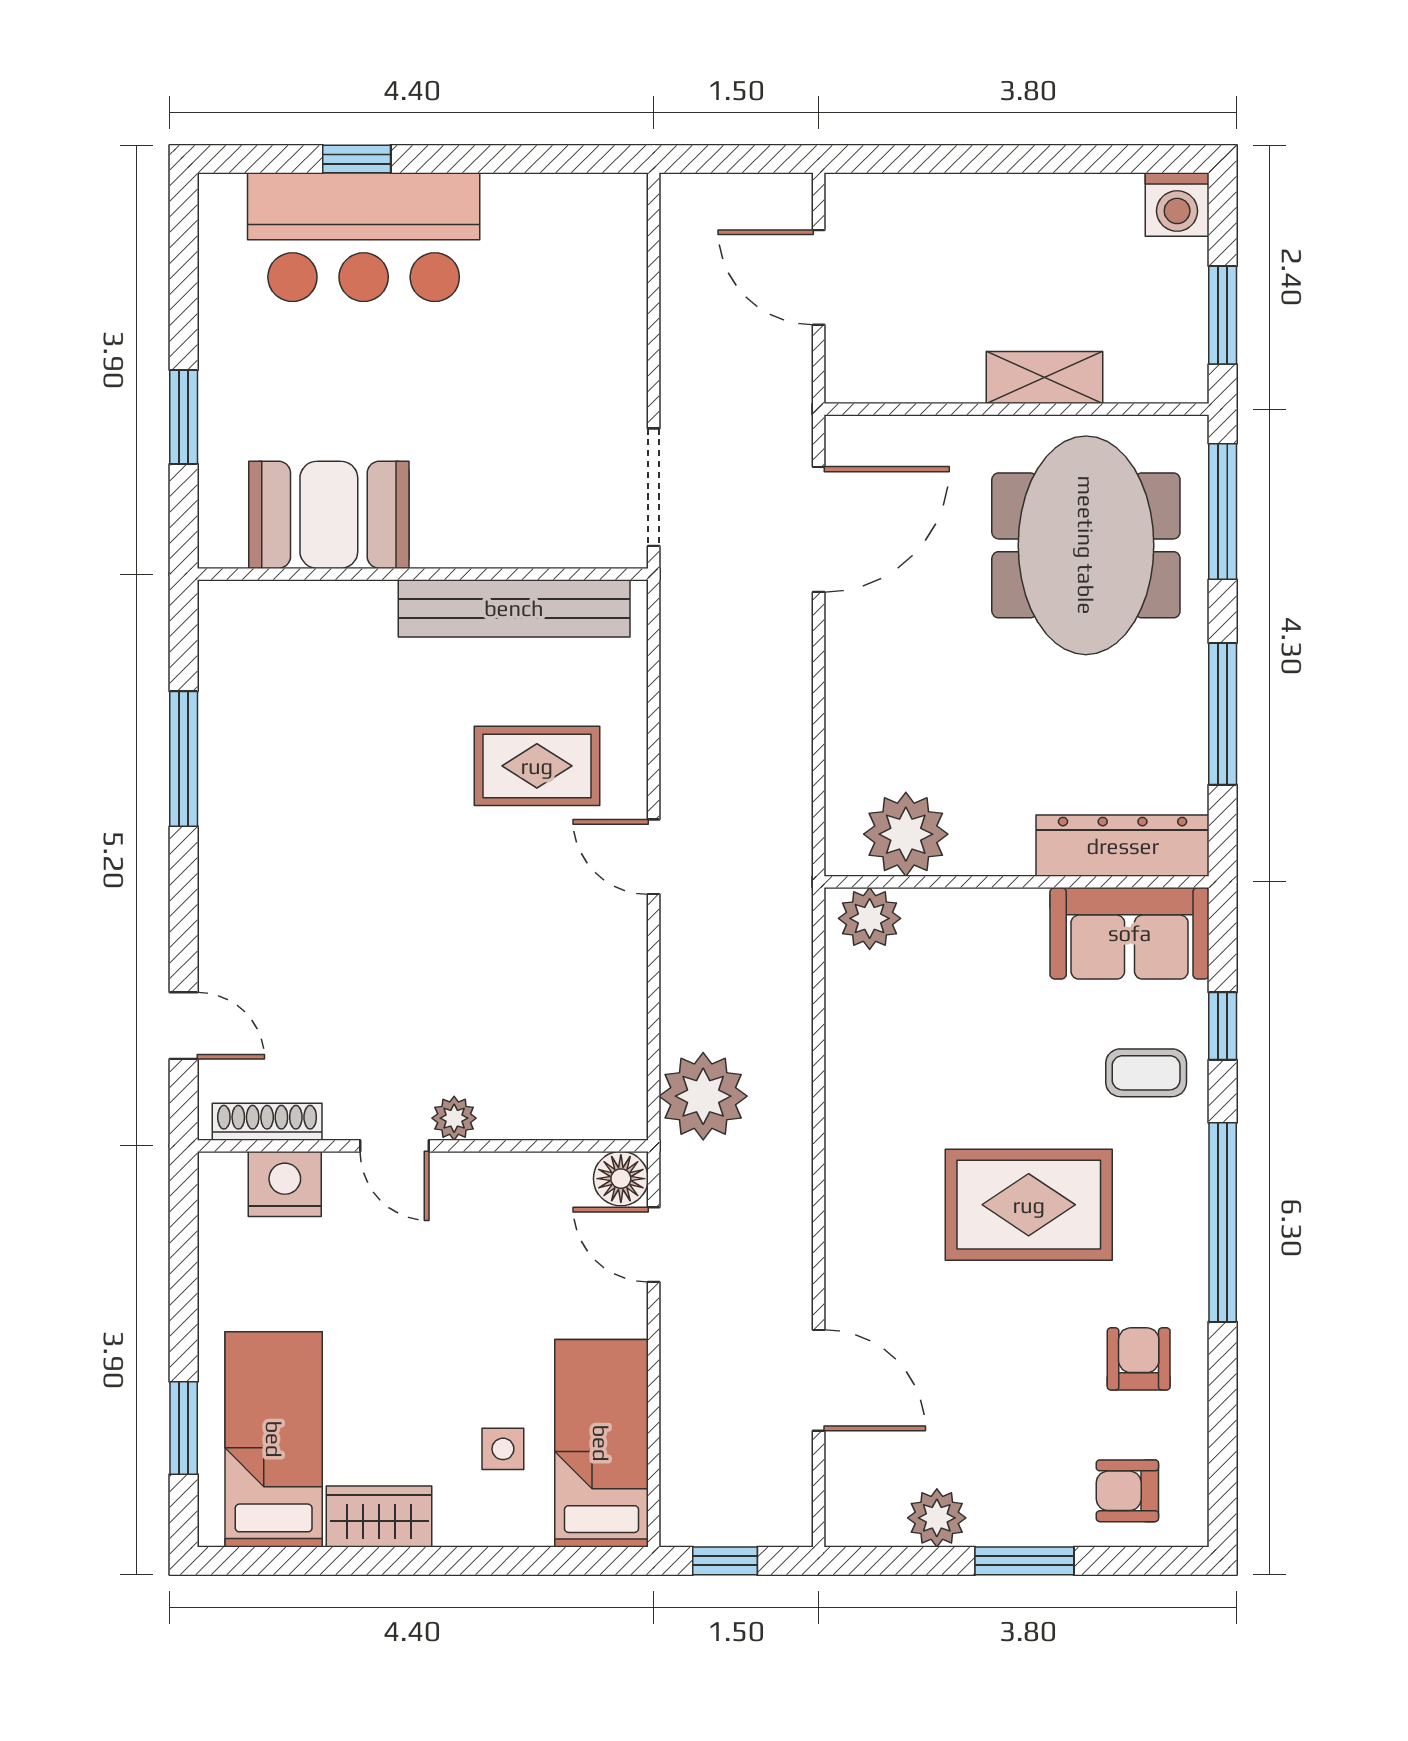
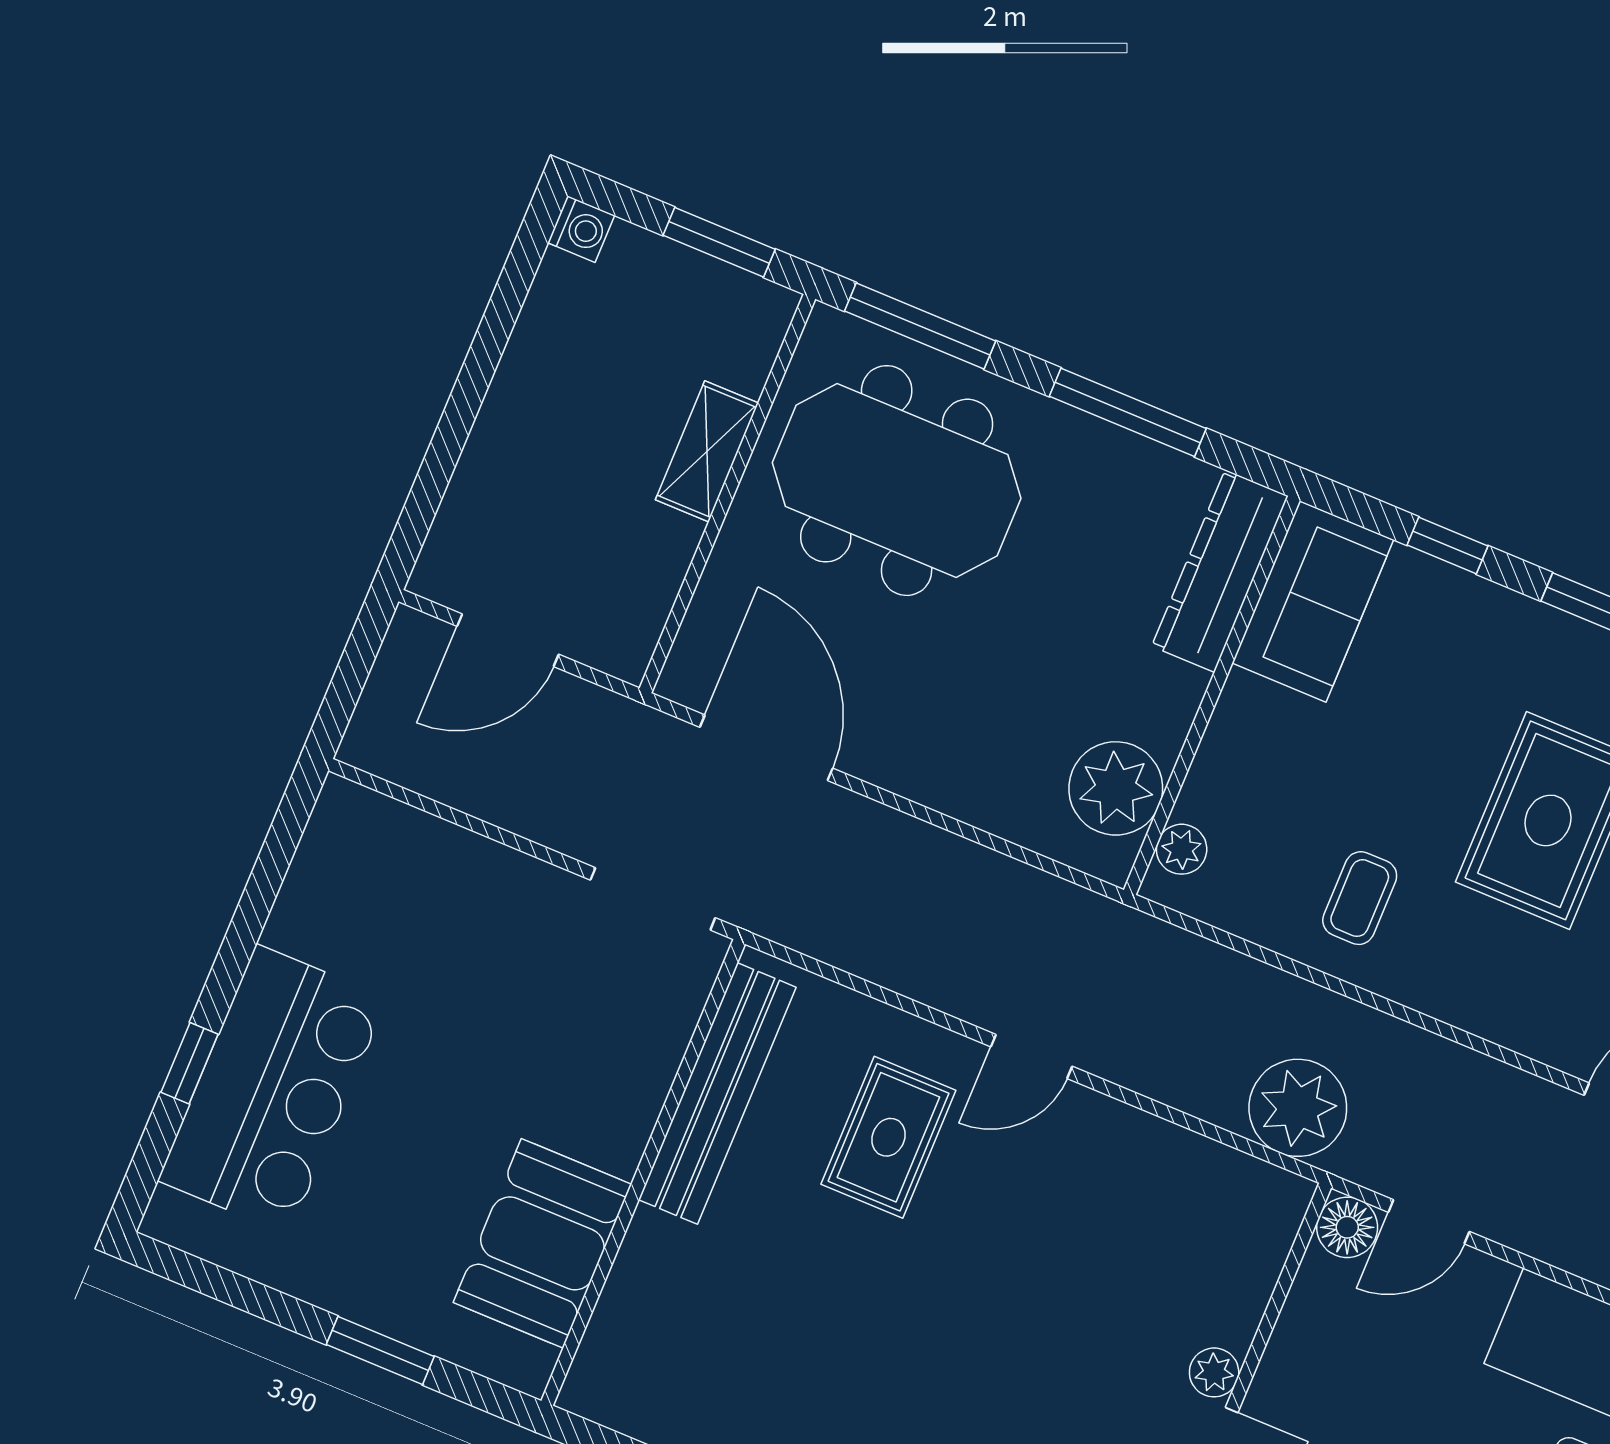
washing machine: (1177, 205) -> (581, 229), width x0.73, depth x0.73
plant: (870, 918) -> (1182, 849), width x0.73, depth x0.73
coffee table: (1146, 1073) -> (1360, 898), moved

